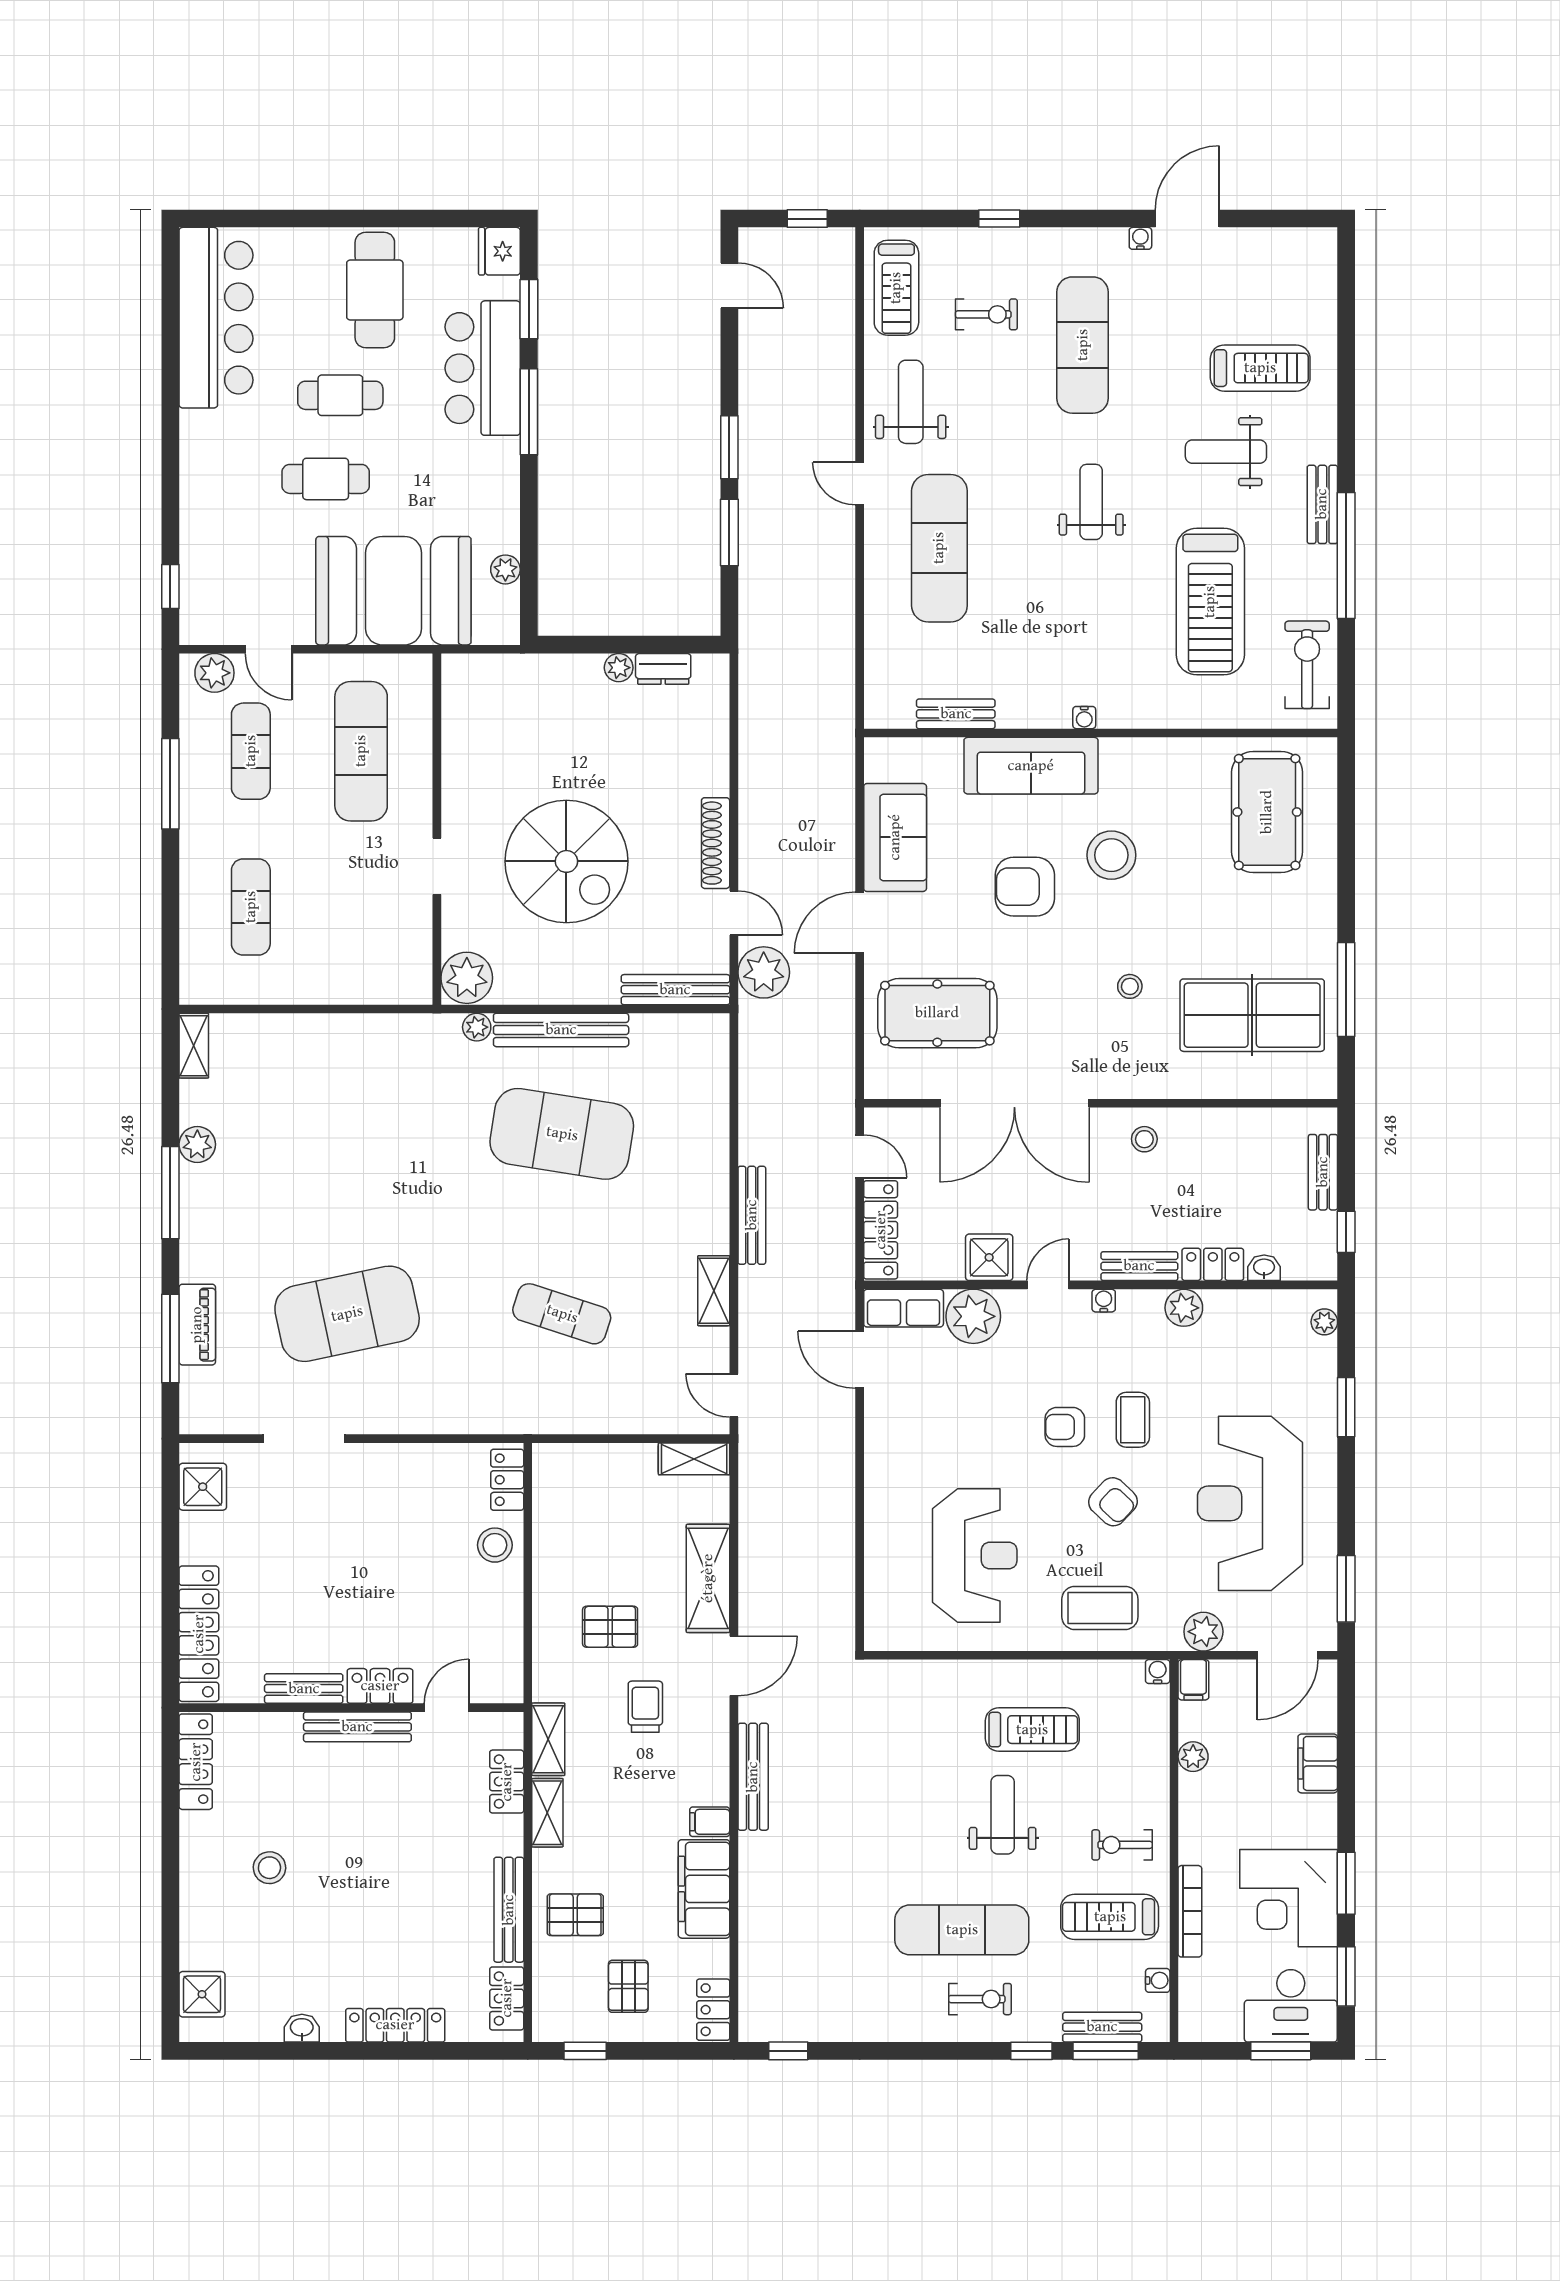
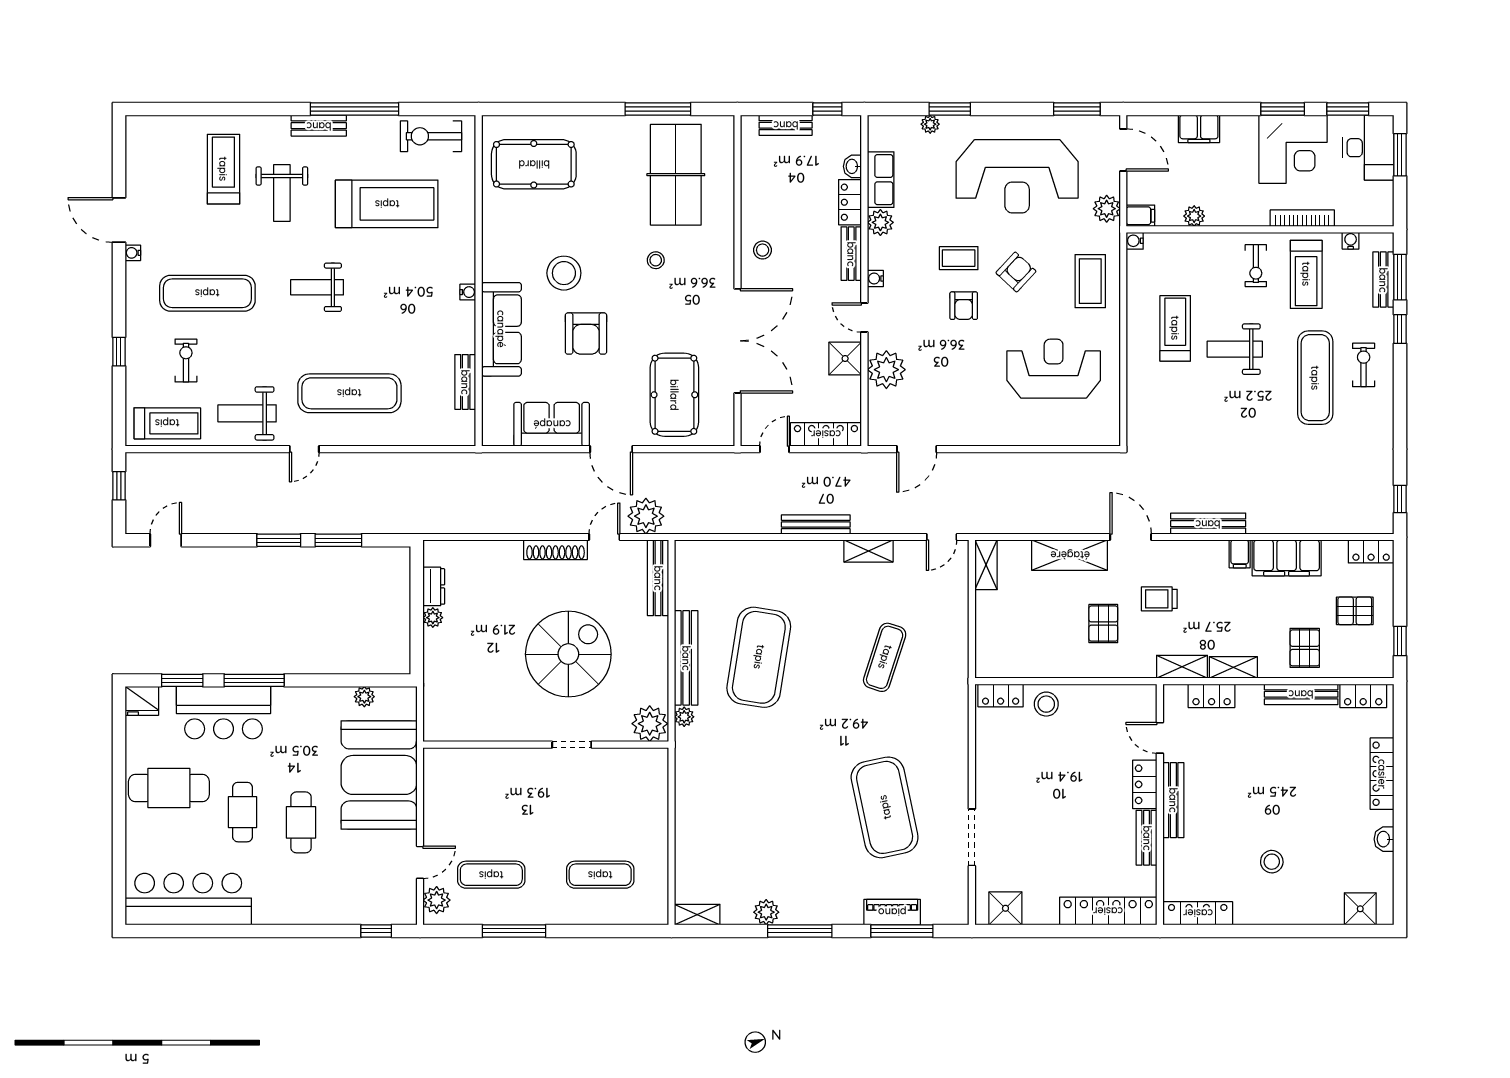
exercise mat: (361, 751) -> (491, 798), removed
row of seats: (904, 1308) -> (881, 180), moved
plant: (1324, 1322) -> (930, 124), moved

